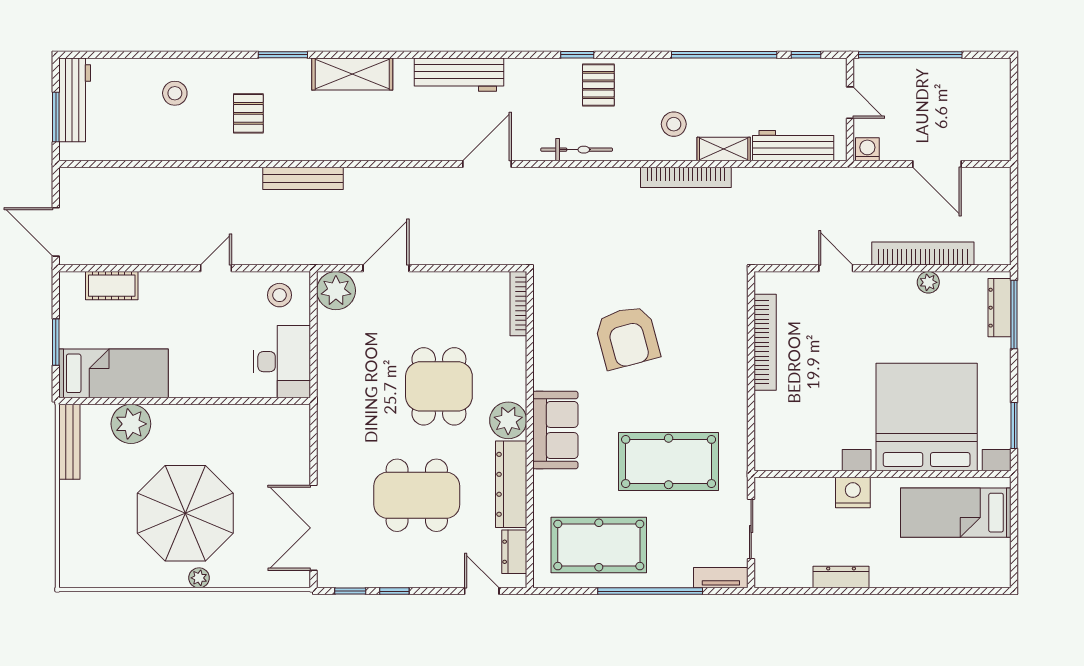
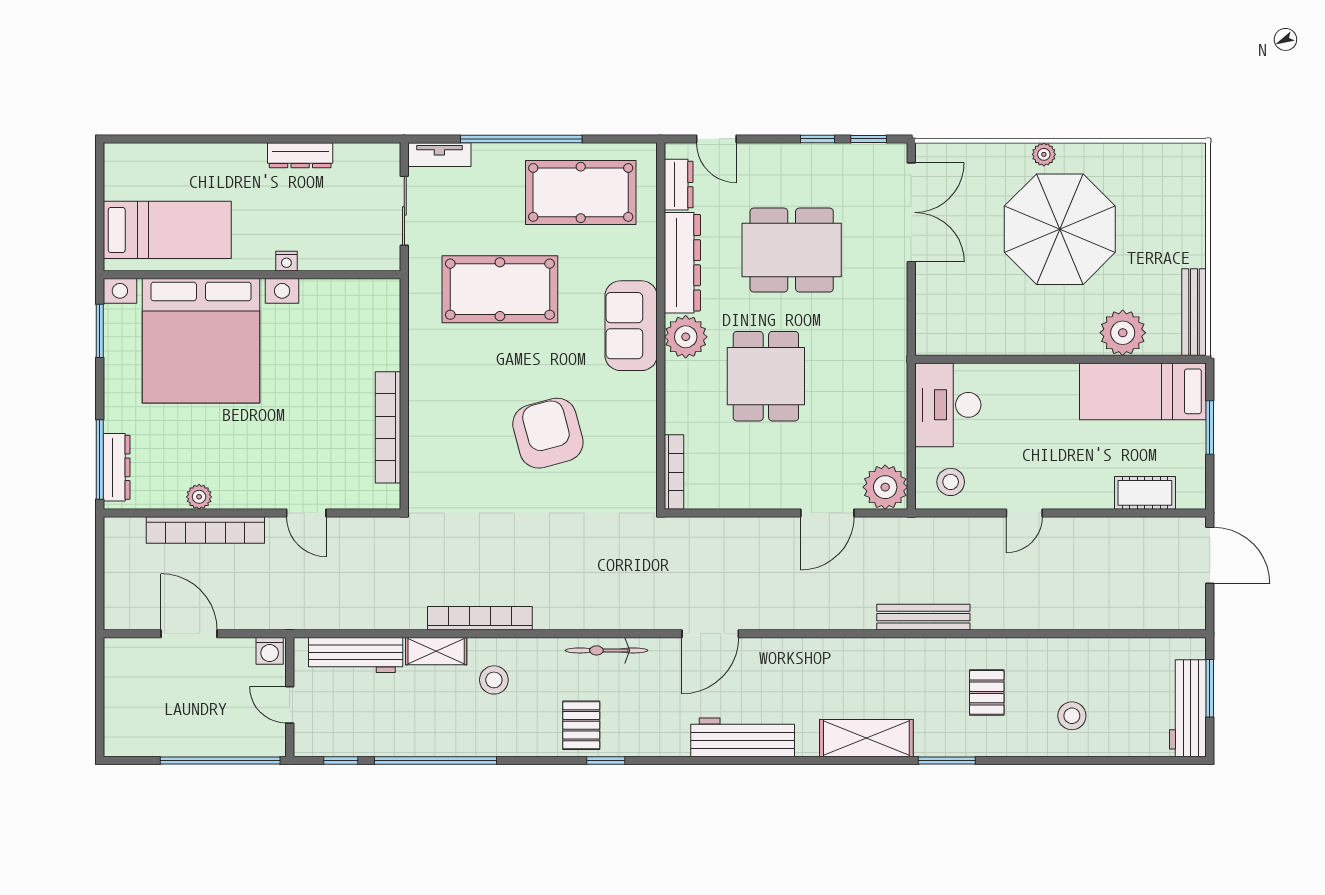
nightstand: (853, 492) -> (286, 261), width x0.53, depth x0.56

